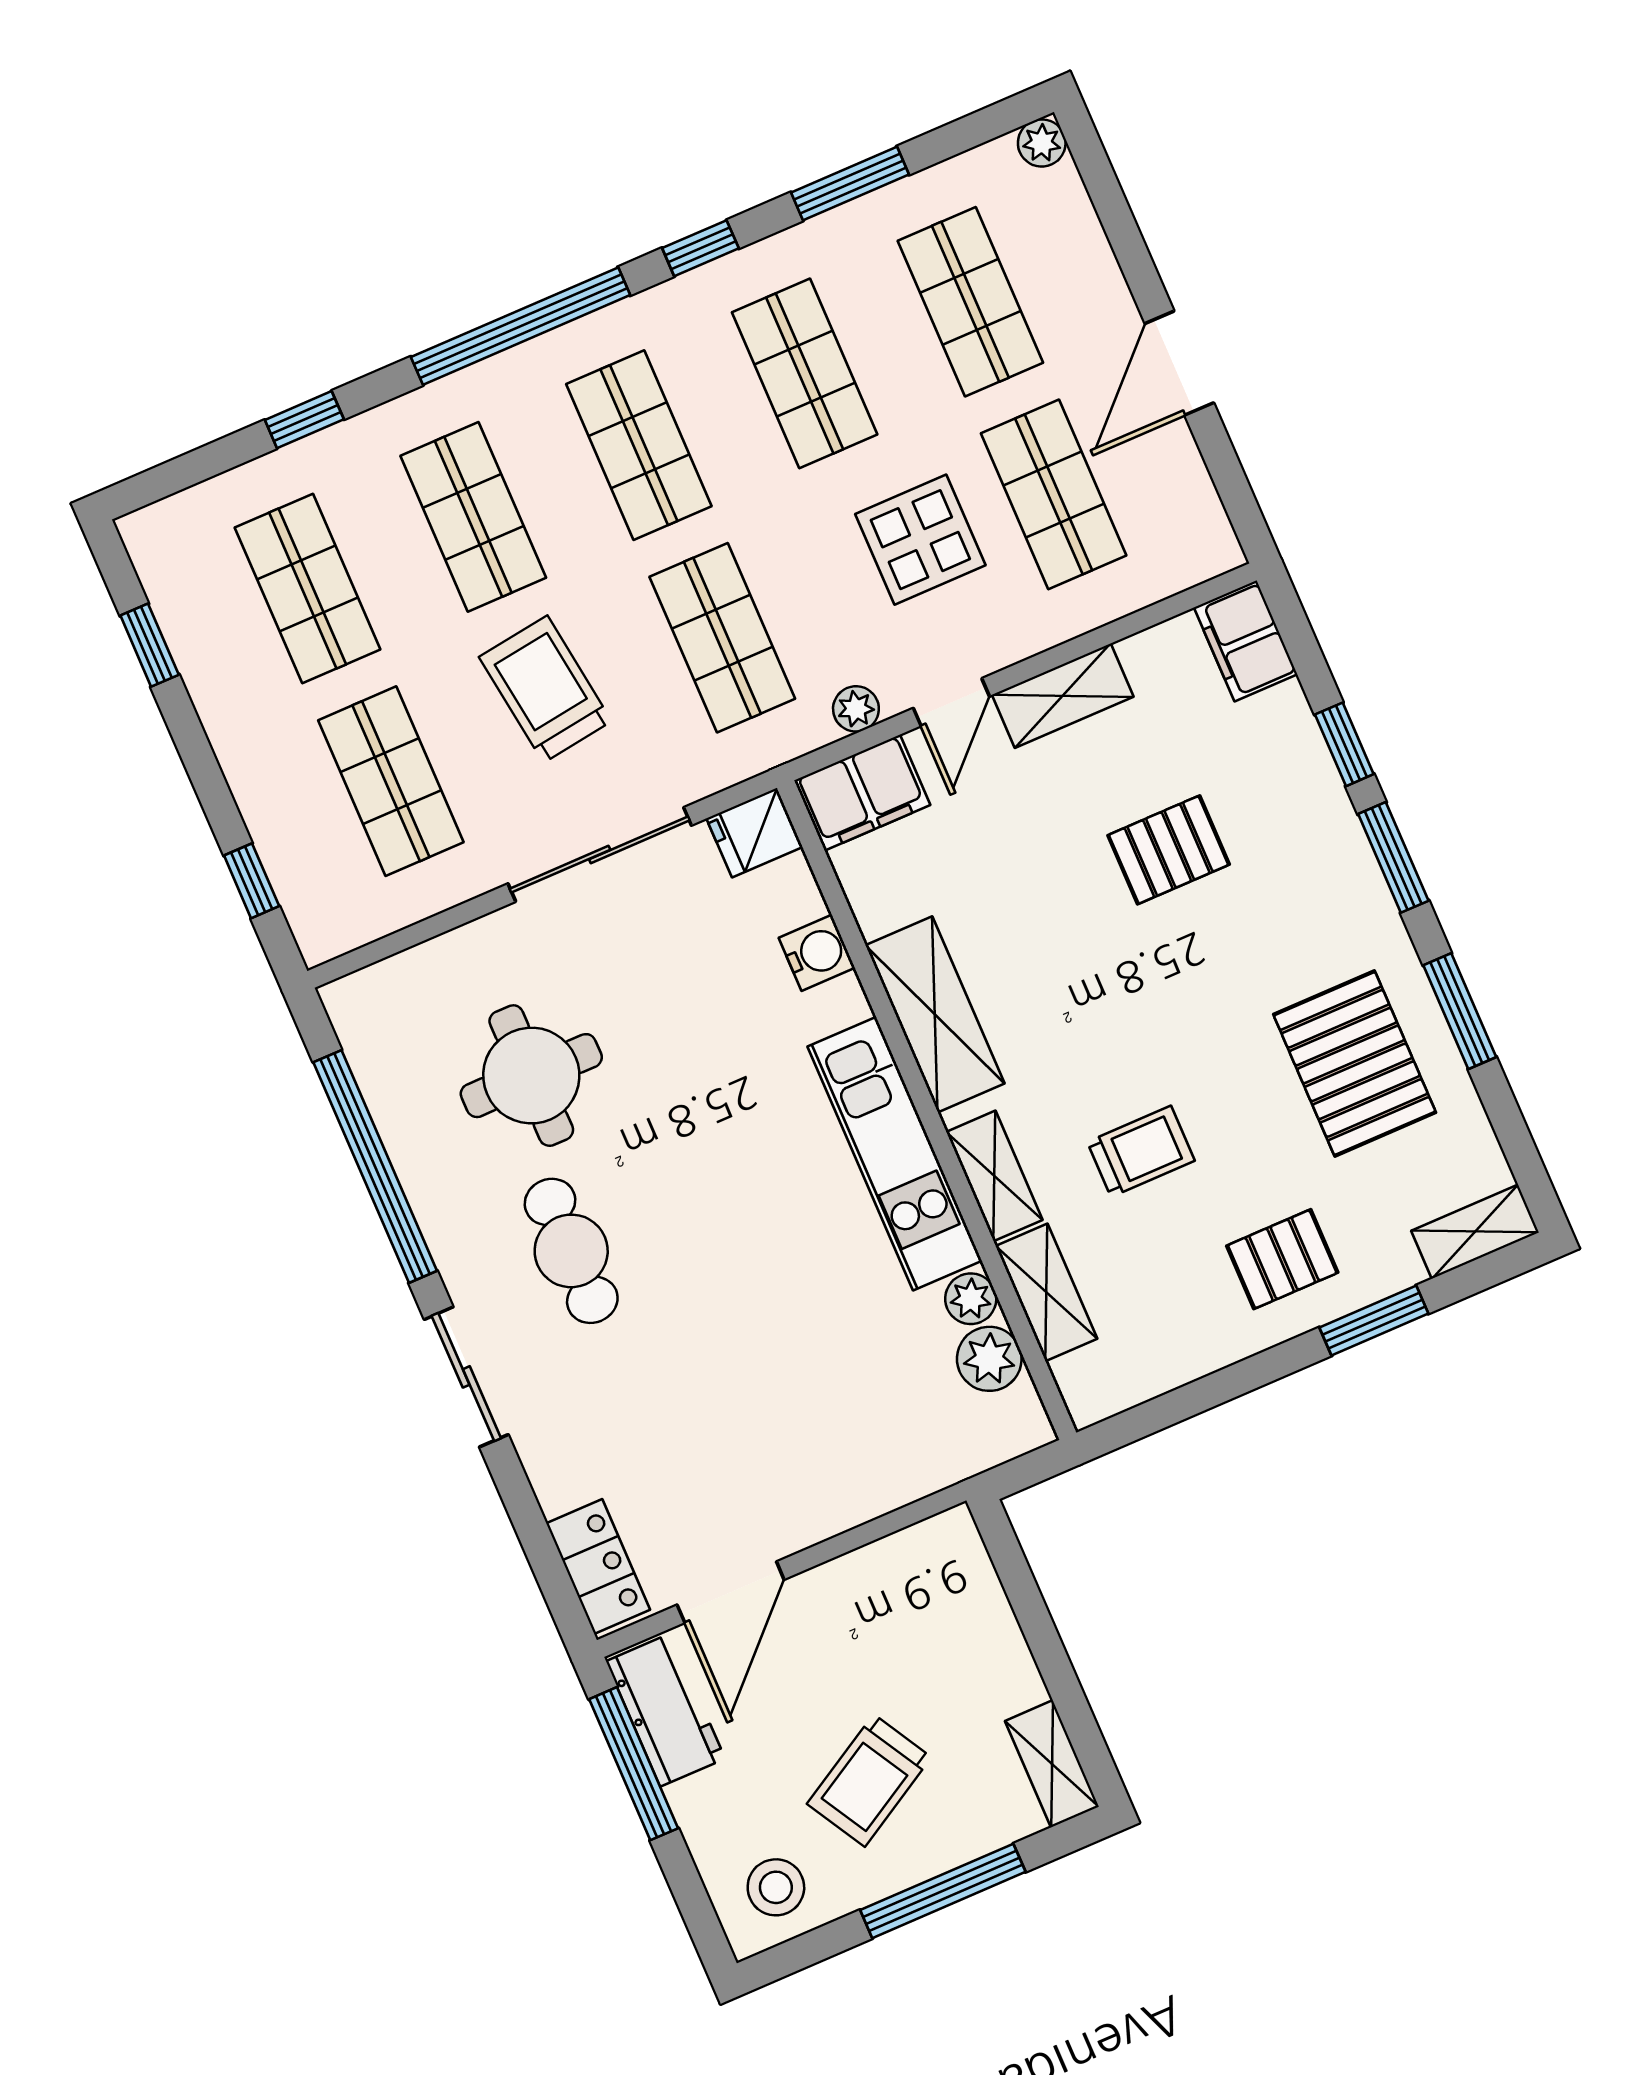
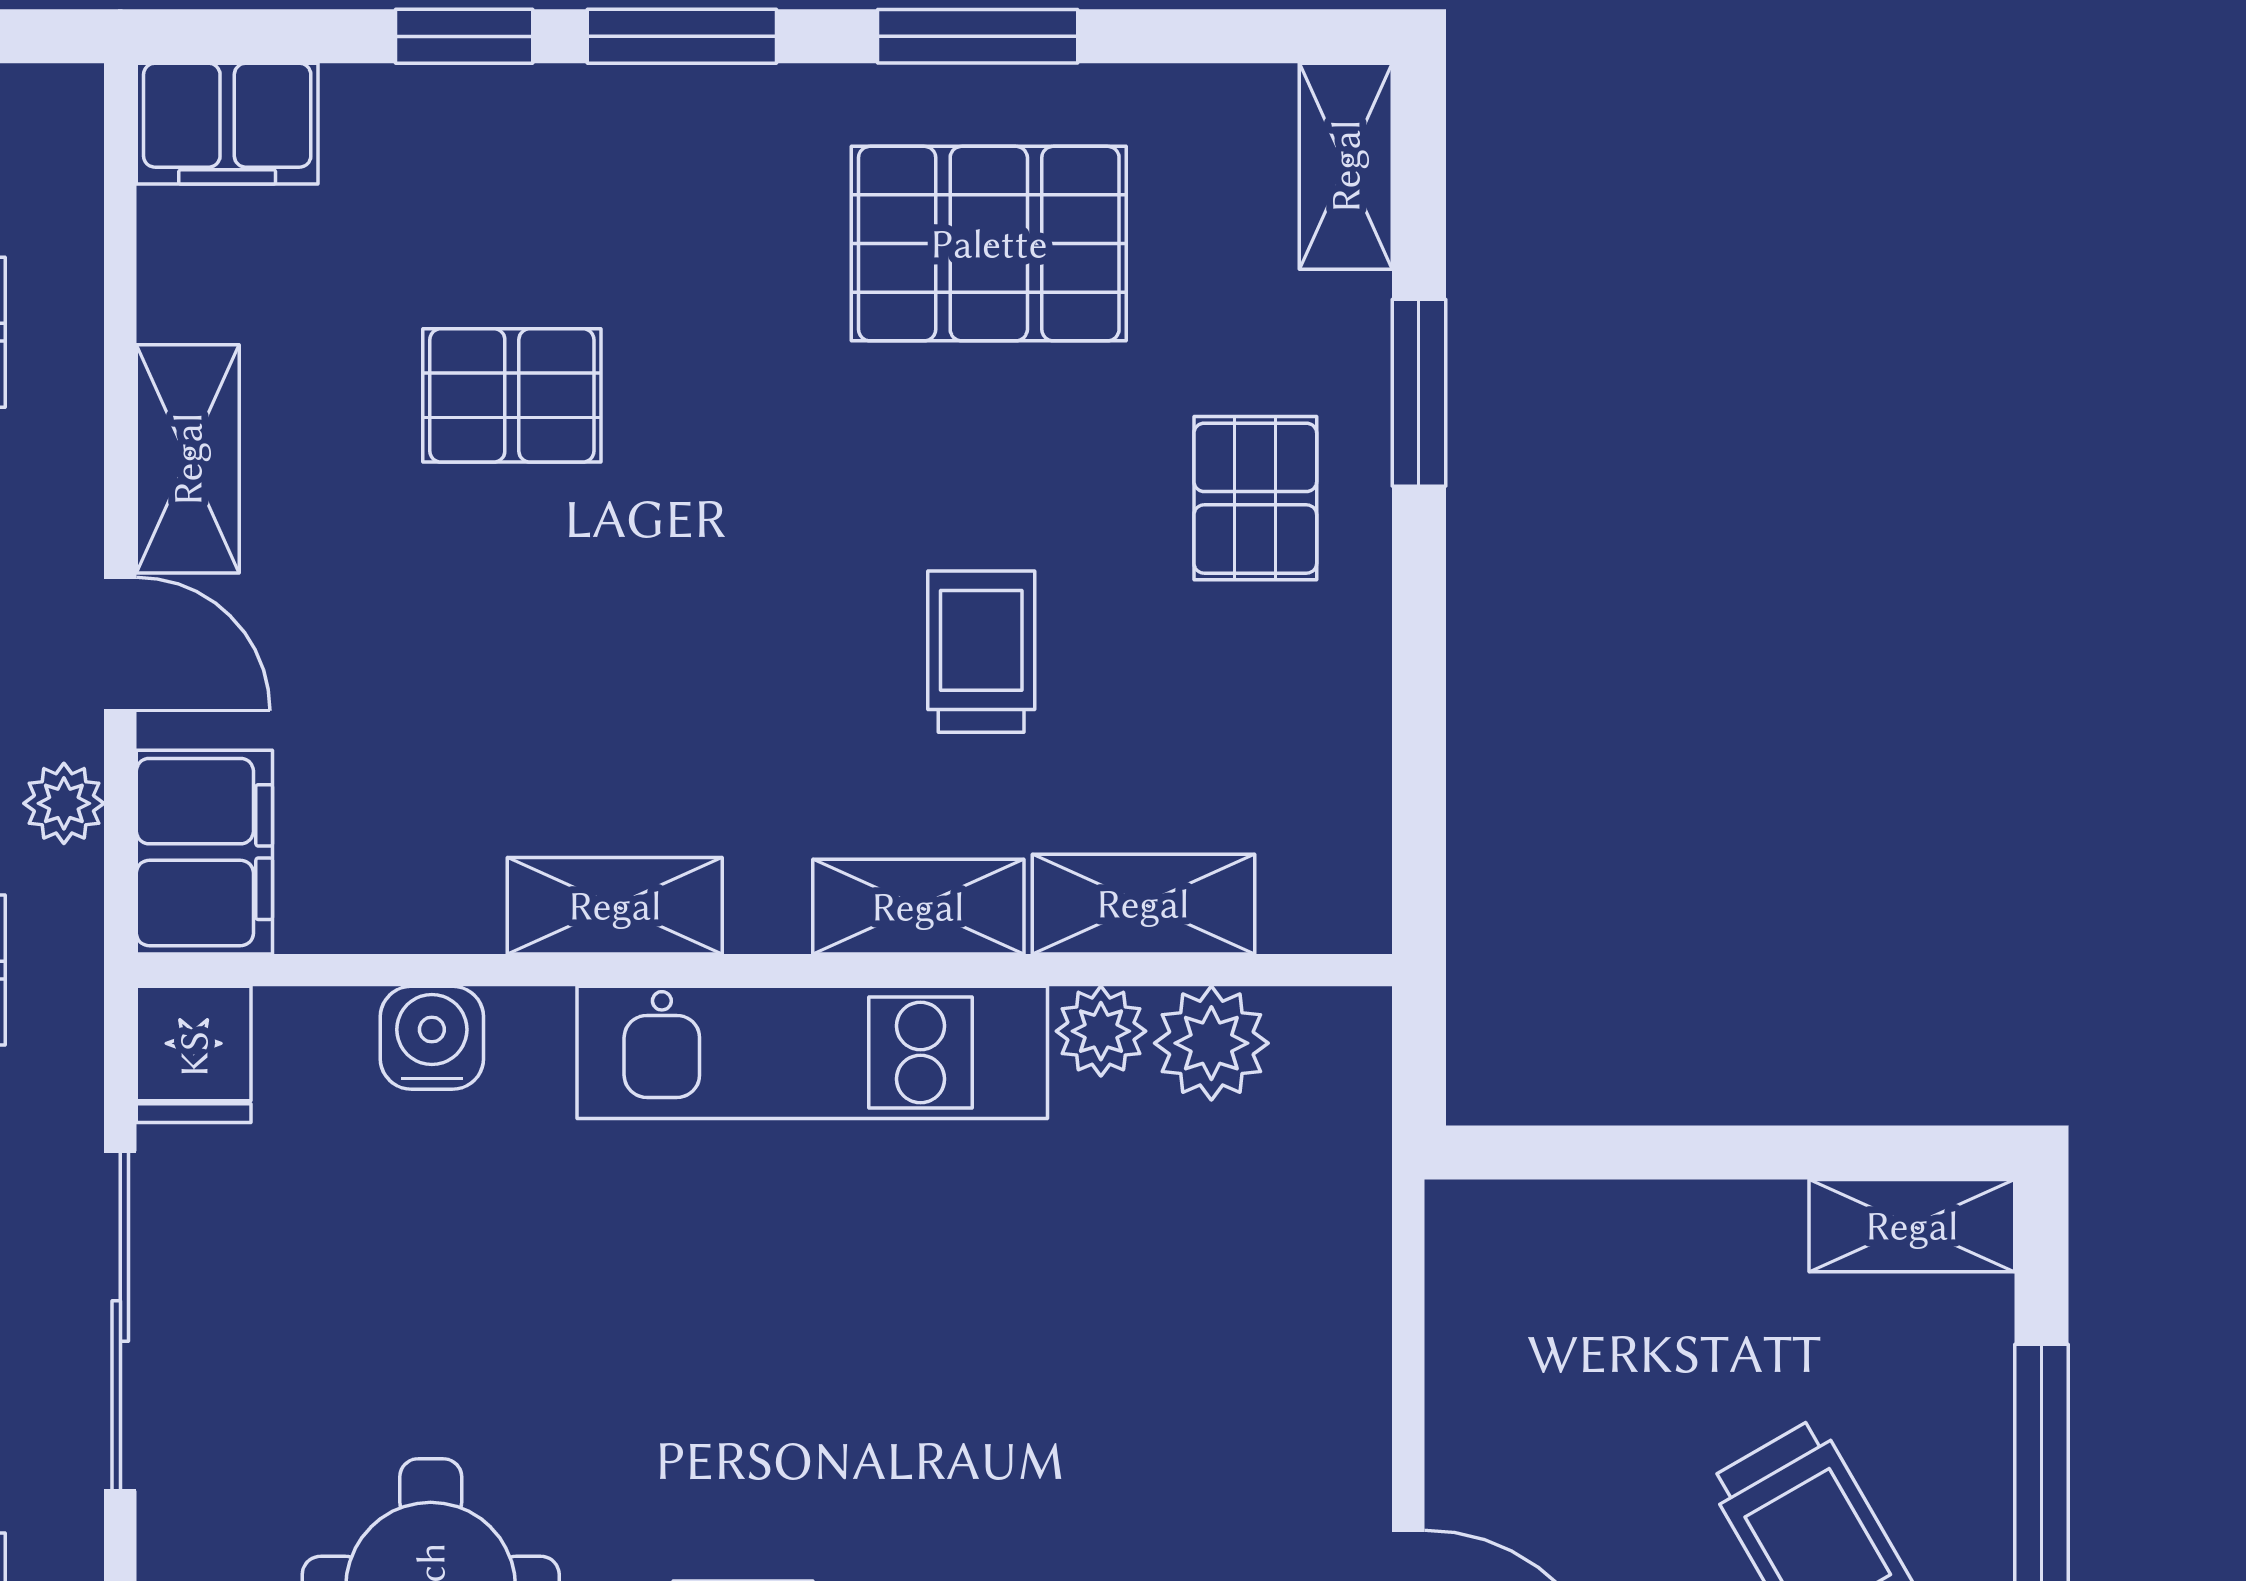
pallet: (1169, 850) -> (512, 395), turned 90
shelving: (935, 1014) -> (615, 906), width x0.67, depth x0.75

